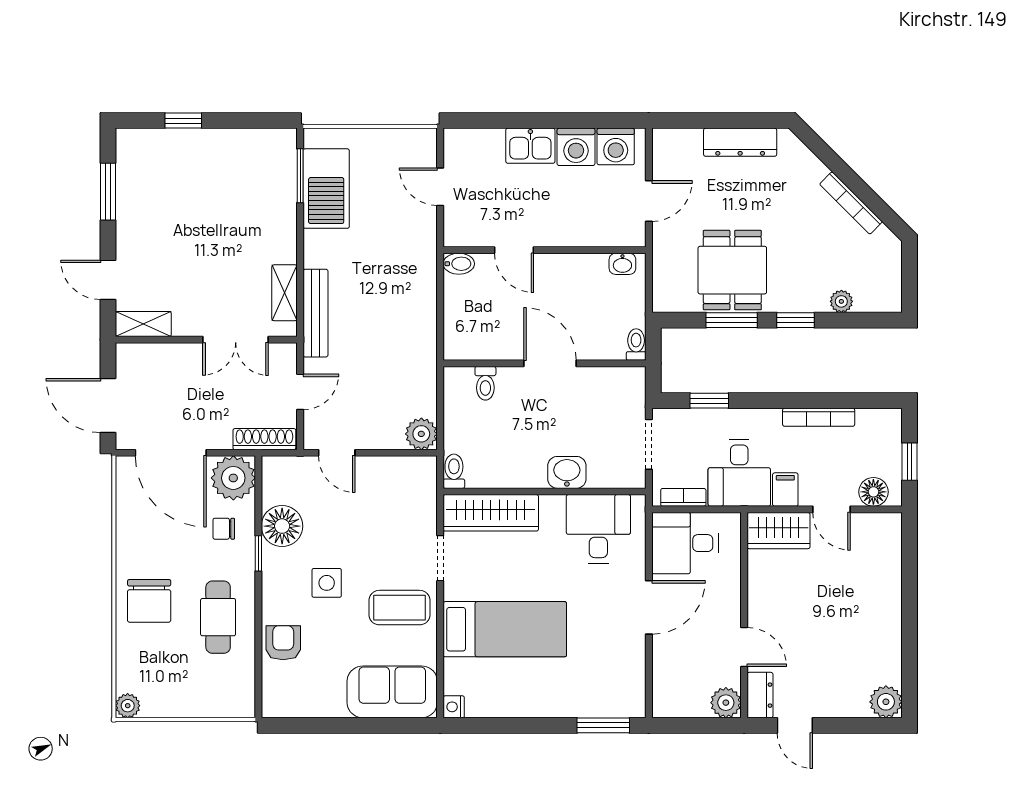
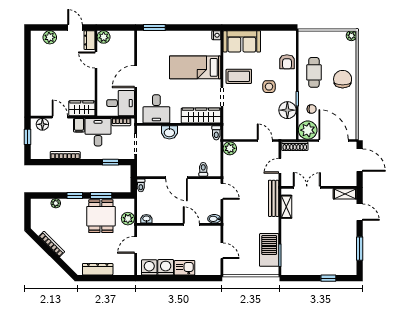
plant: (667, 264) -> (128, 219), added
door: (440, 330) -> (222, 191), added
plant: (886, 702) -> (50, 37), moved

